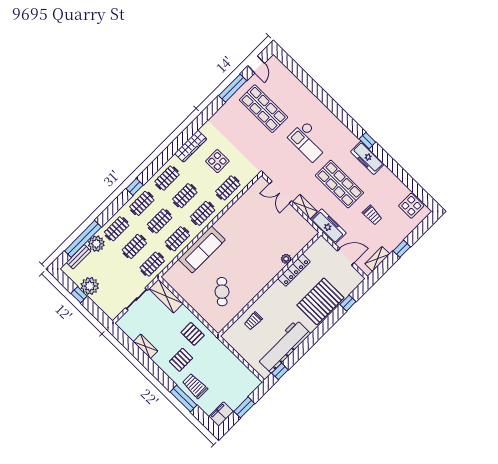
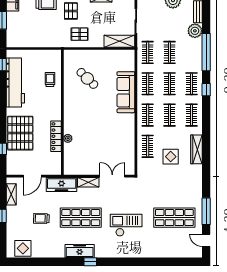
clothes rail: (117, 229) -> (191, 52), removed
window: (83, 239) -> (206, 52), moved

